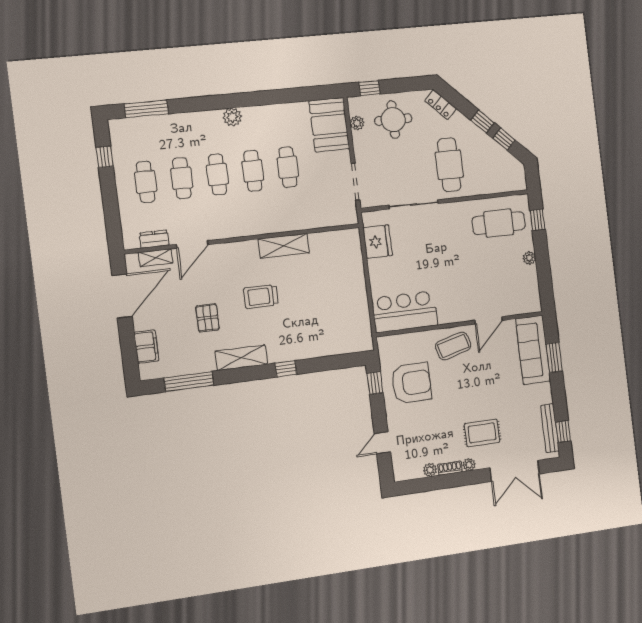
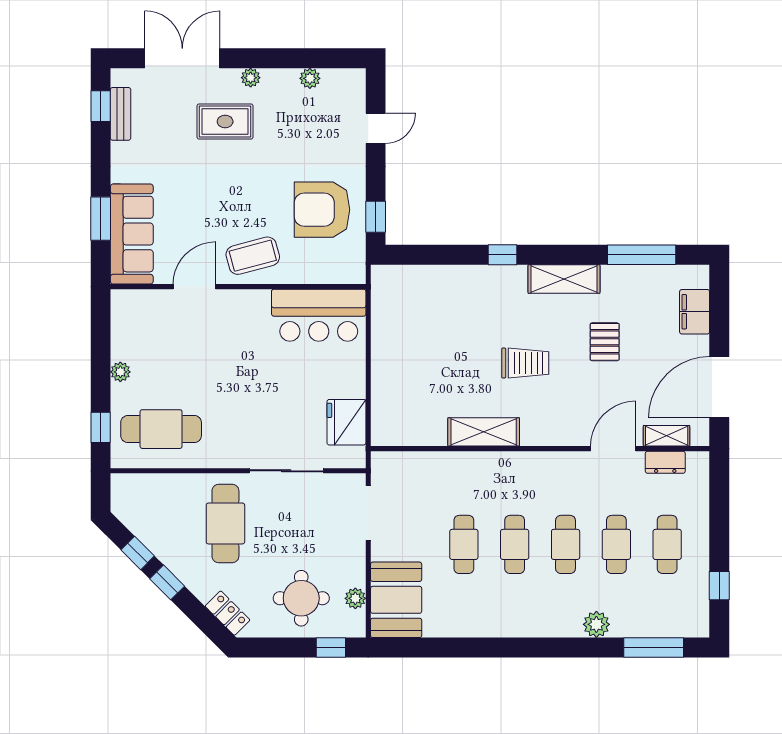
plant: (232, 117) -> (596, 624), moved
bench: (550, 428) -> (121, 114), width x0.73
shoe rack: (450, 468) -> (280, 77), removed

